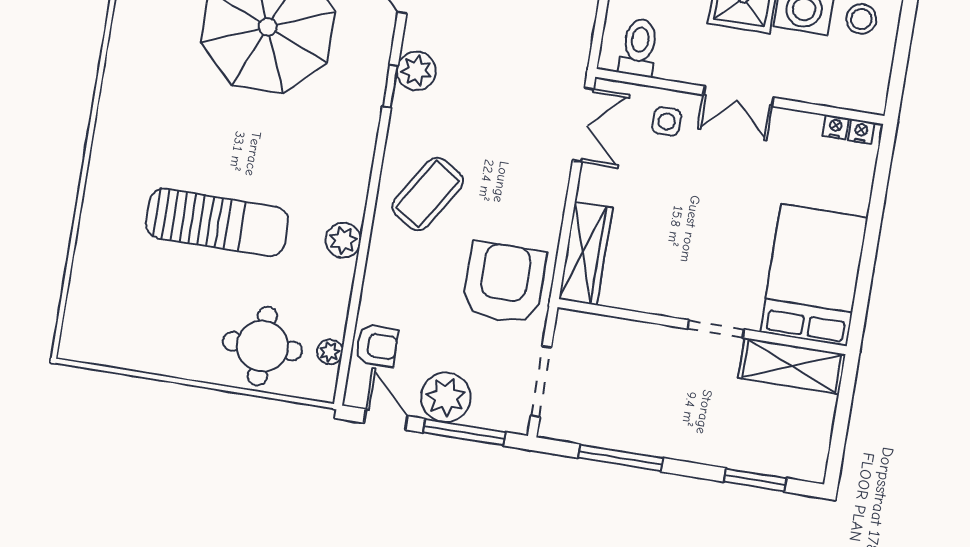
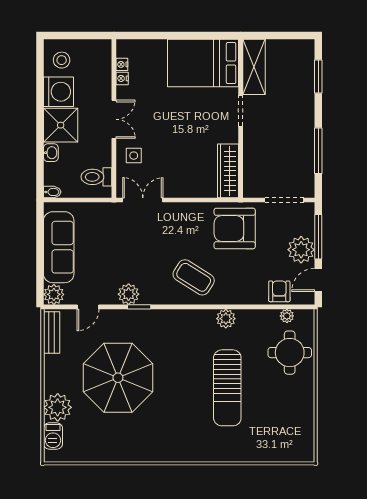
nightstand: (861, 131) -> (122, 78), moved
sun lounger: (217, 222) -> (227, 388), turned 180
wardrobe: (586, 253) -> (228, 171), moved, turned -90

